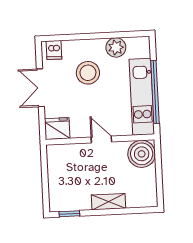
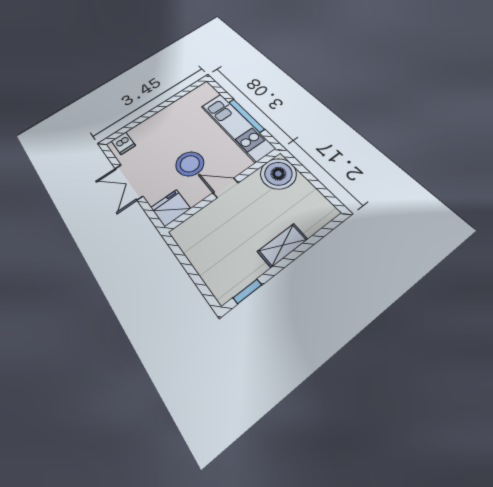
plant: (116, 47) -> (182, 106), removed
stool: (88, 73) -> (190, 164), moved
window: (155, 92) -> (246, 116), width x0.68

